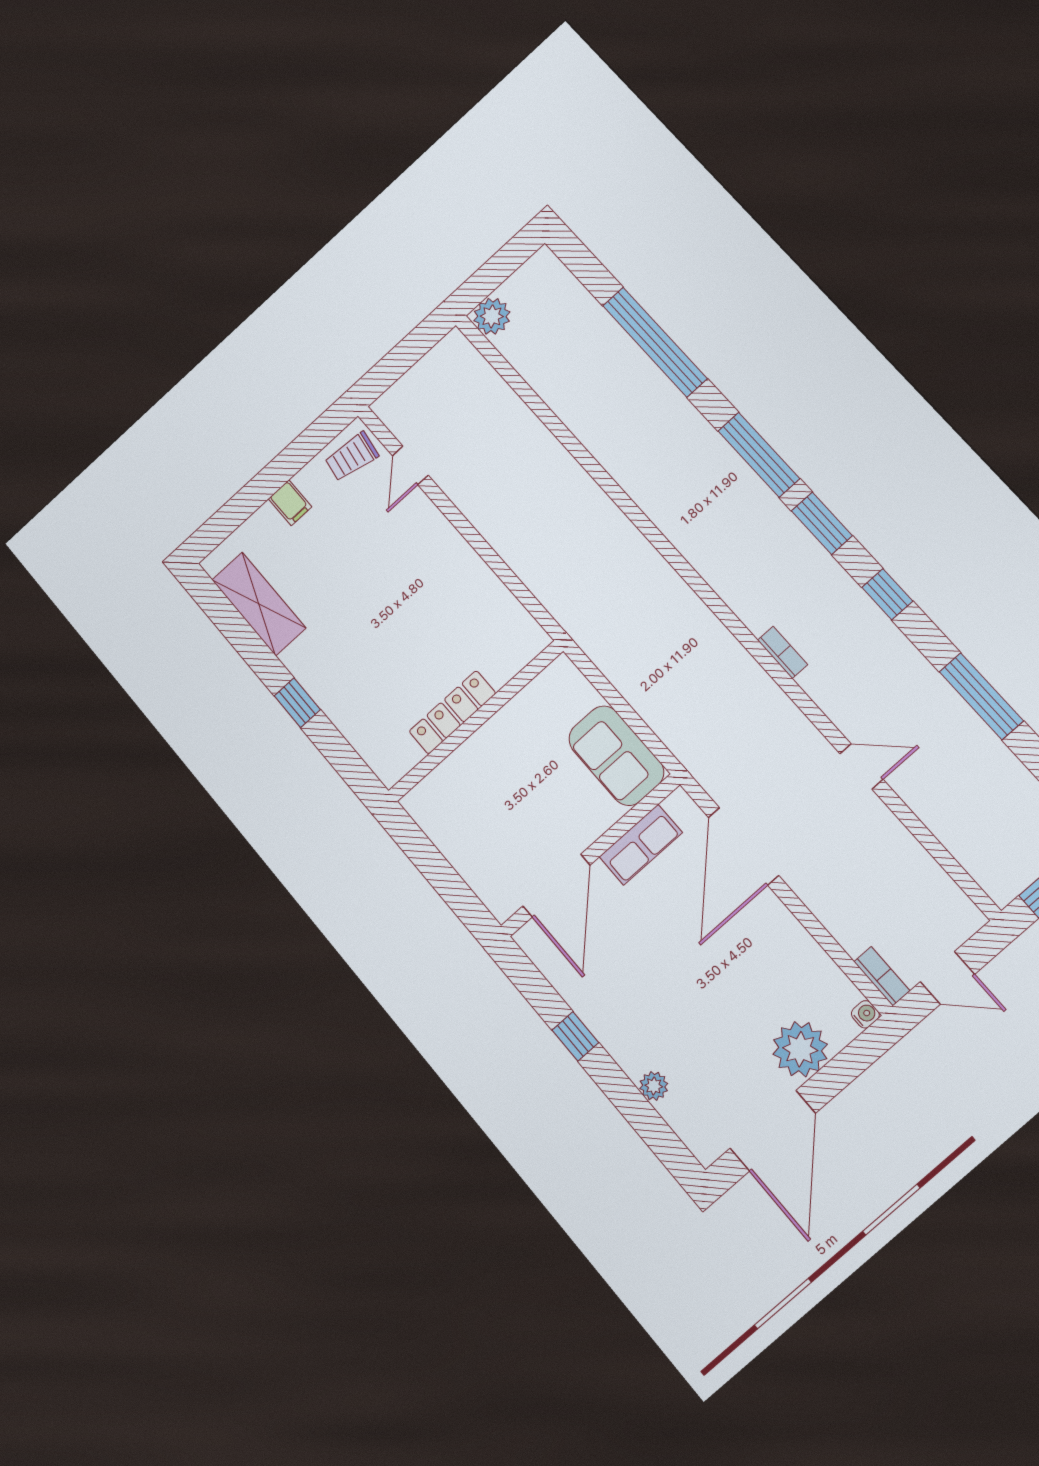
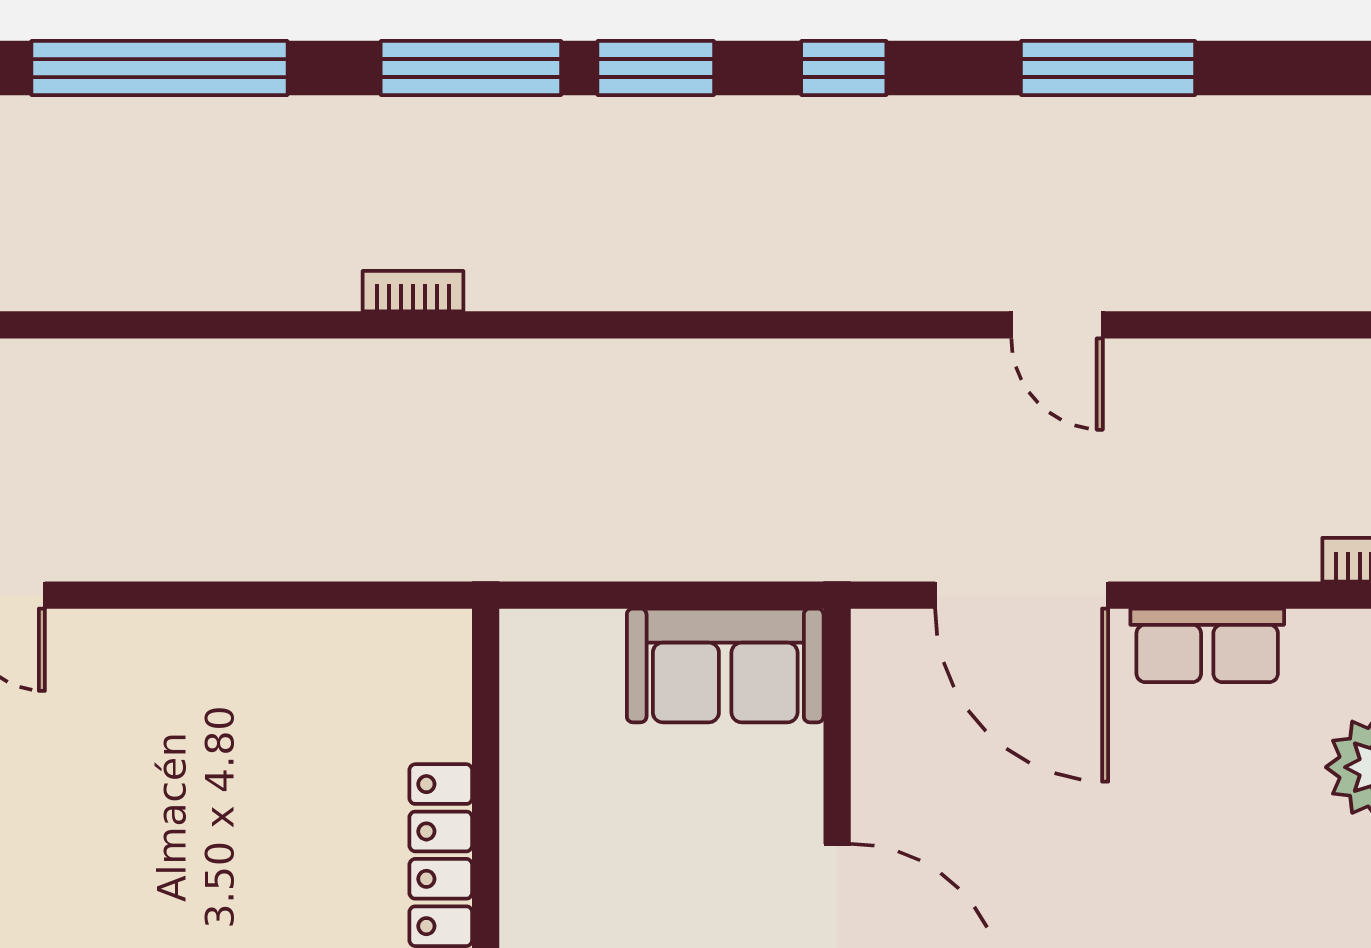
bookcase: (783, 652) -> (413, 291), moved
door: (861, 766) -> (1057, 325), swing flipped
row of seats: (641, 845) -> (1207, 645), moved, turned 90

